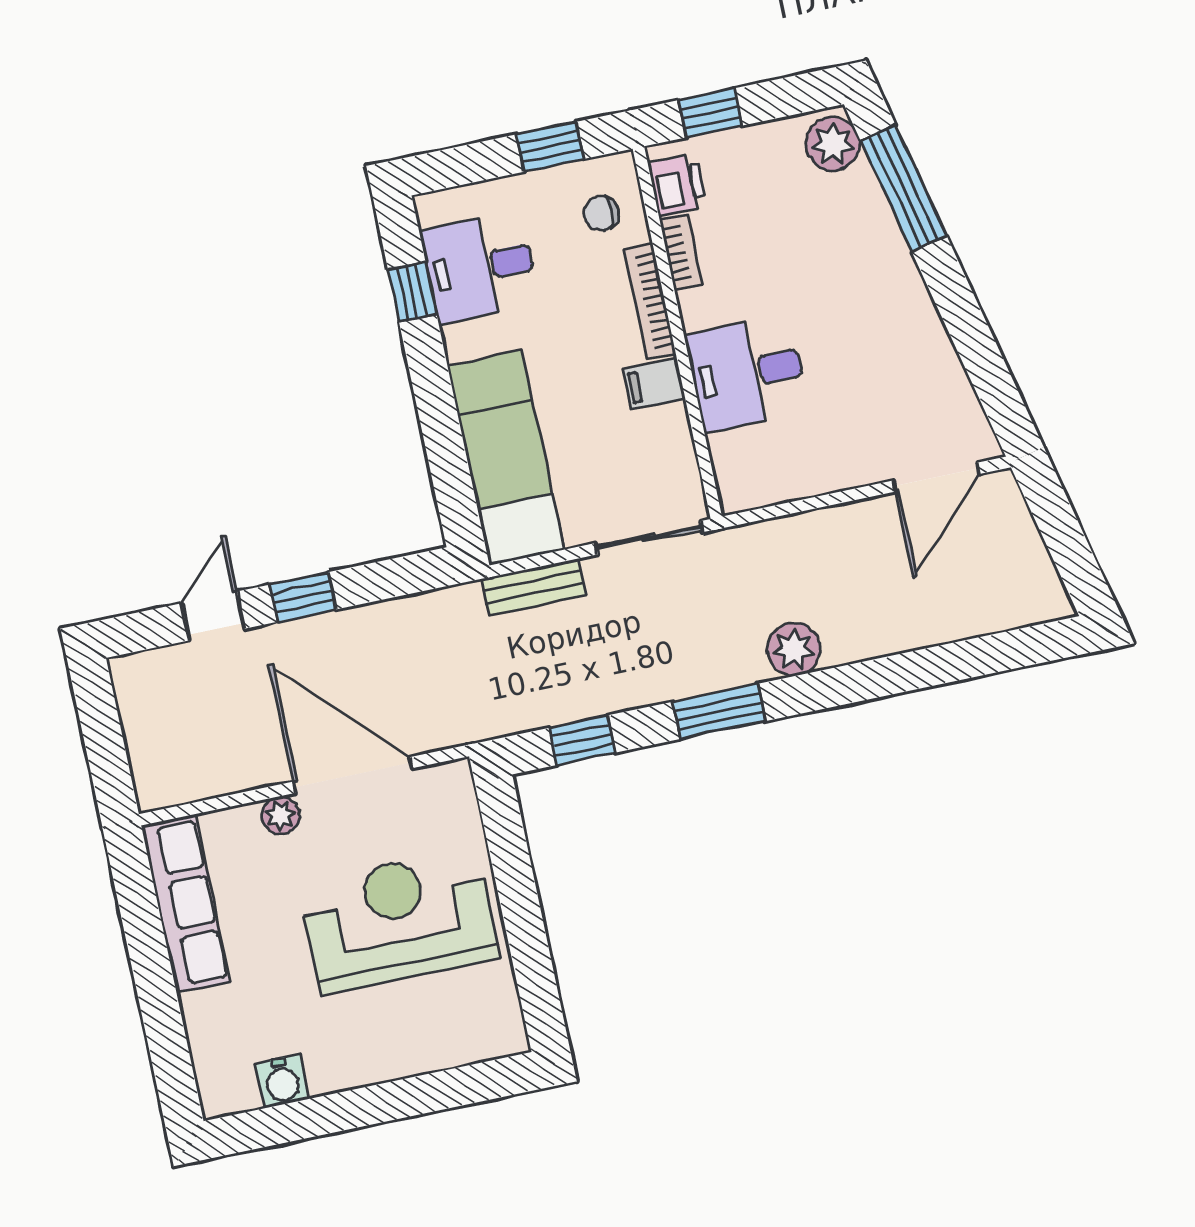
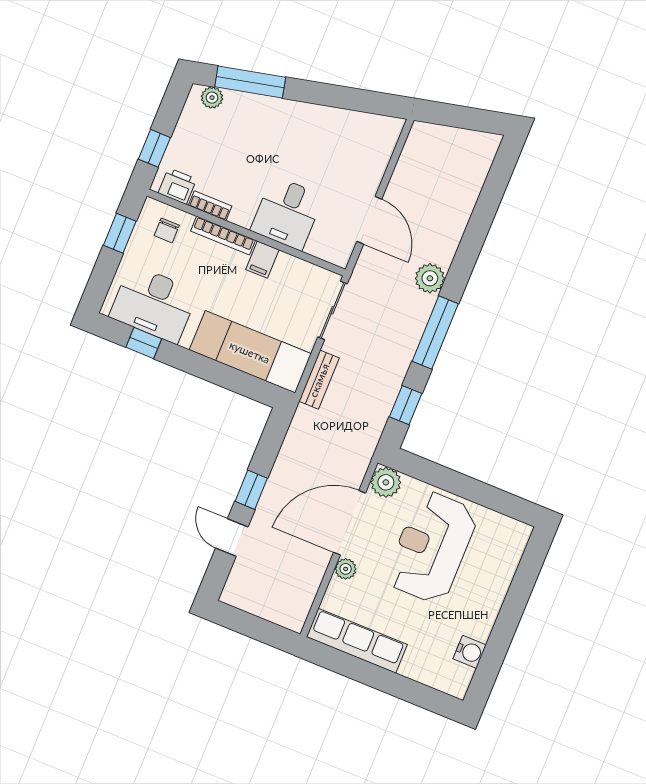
plant: (833, 144) -> (212, 98), width x0.73, depth x0.73
desk: (480, 267) -> (154, 304), width x1.37
door: (936, 477) -> (369, 220), moved
window: (719, 711) -> (435, 333), width x1.44
plant: (449, 788) -> (386, 482), added

